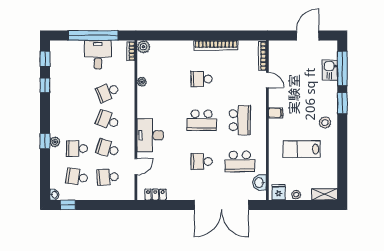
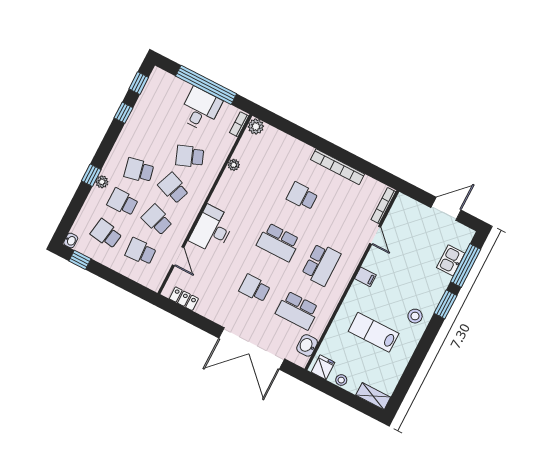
school desk: (77, 120) -> (139, 170), added
door: (136, 167) -> (178, 256), hinge flipped

